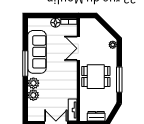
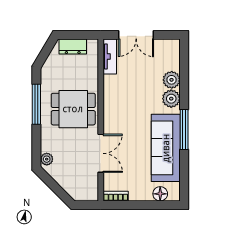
floor lamp: (55, 23) -> (160, 194), moved

